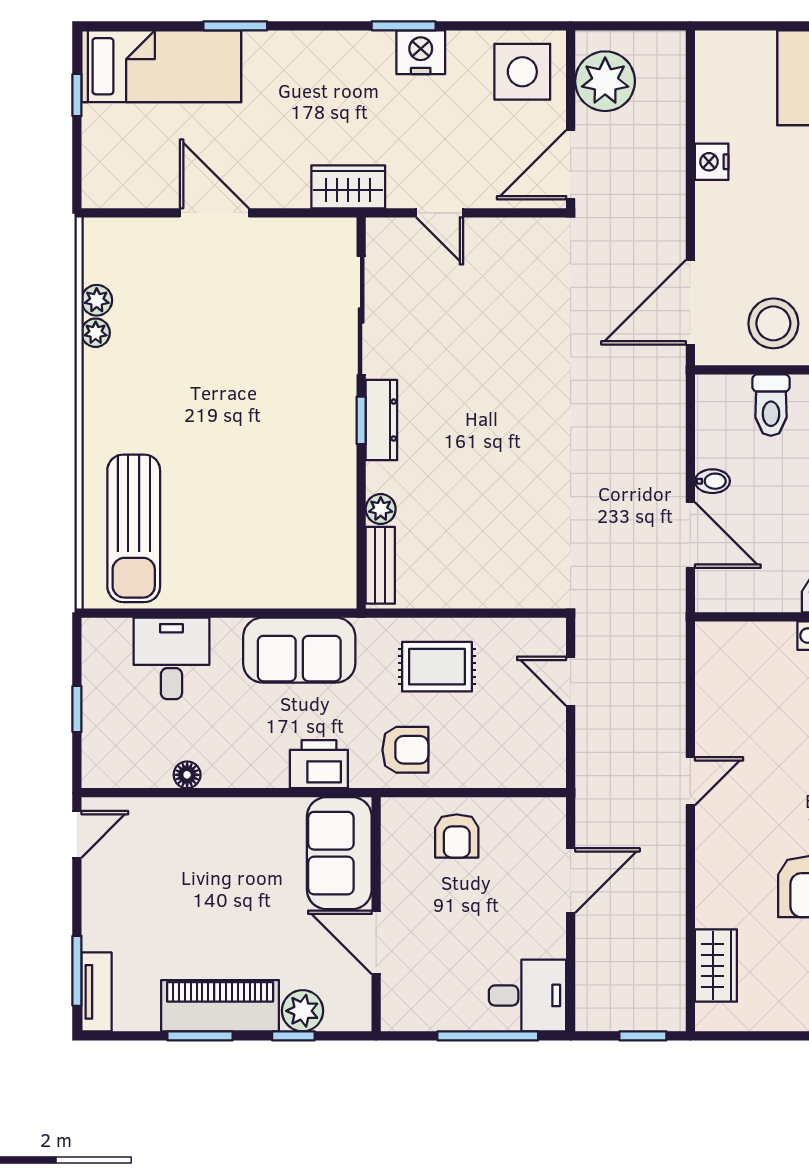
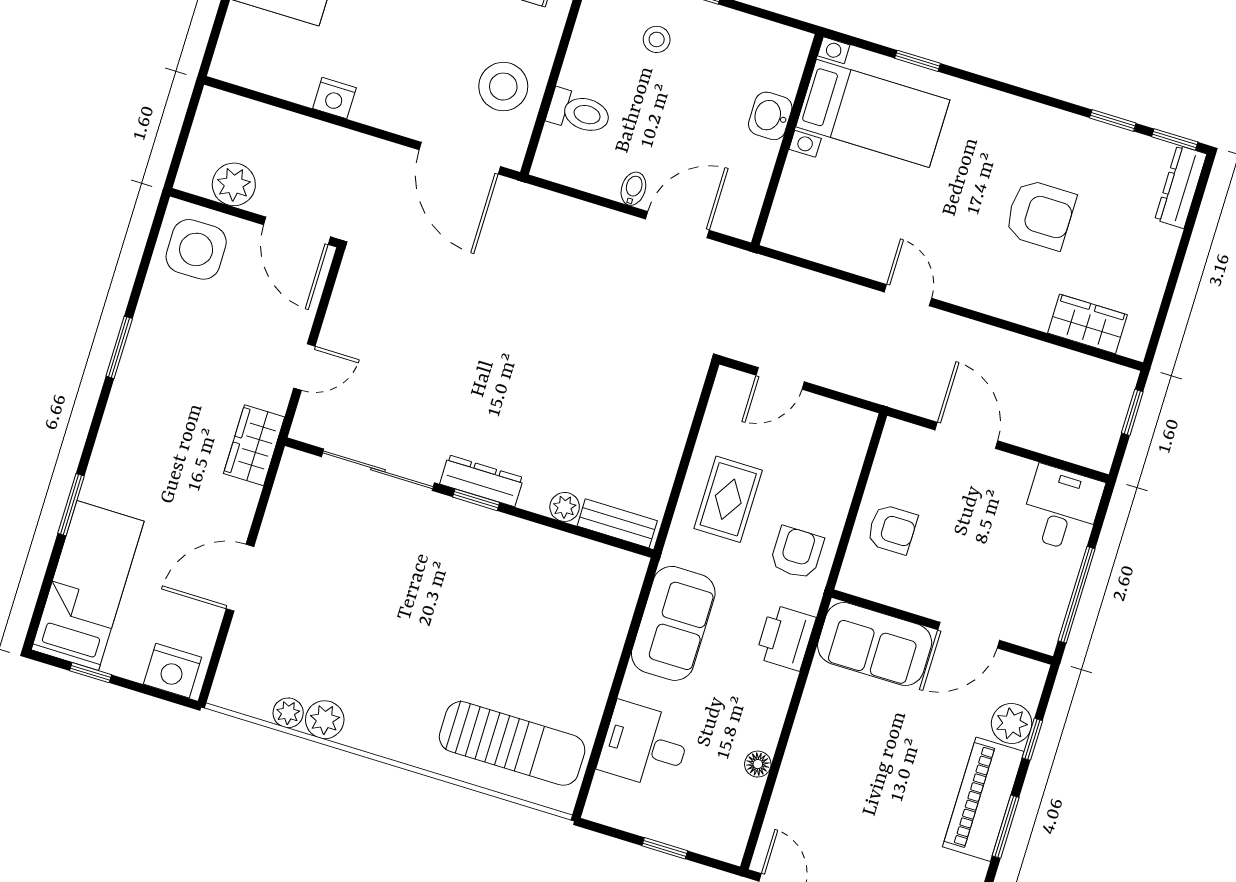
nightstand: (421, 52) -> (173, 671), moved, turned -90
plant: (605, 81) -> (234, 184), width x0.73, depth x0.73
plant: (96, 333) -> (325, 720), width x1.38, depth x1.38
window: (488, 1036) -> (1077, 595), moved

